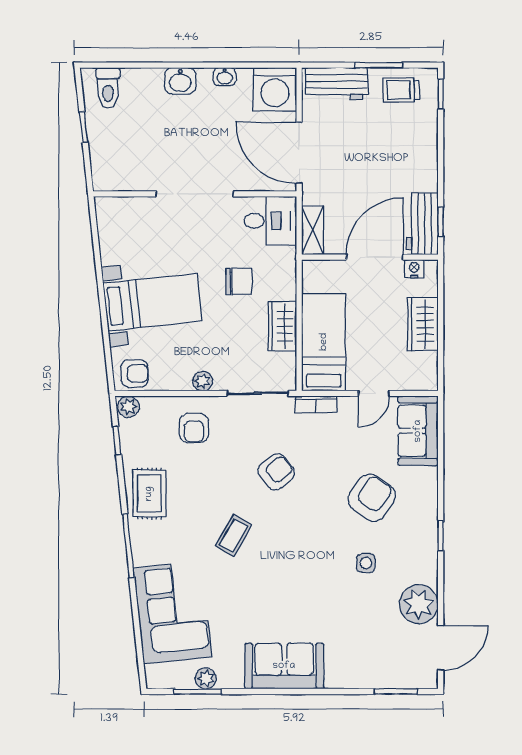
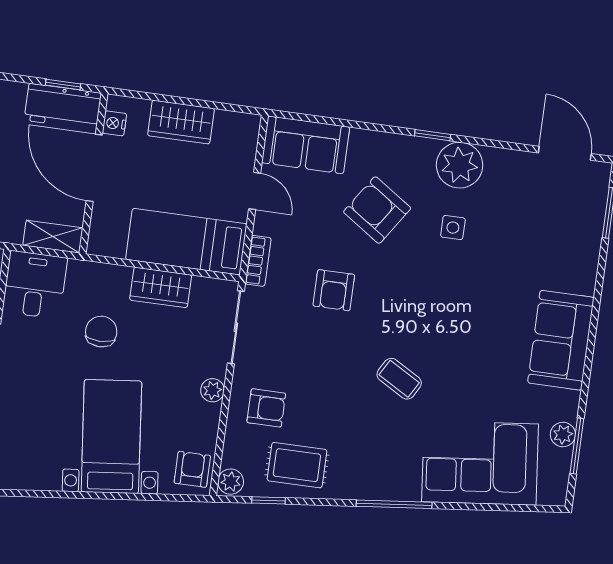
armchair: (276, 472) -> (334, 290), moved, turned -141
rug: (149, 494) -> (297, 465), moved
plant: (419, 604) -> (460, 165), moved

